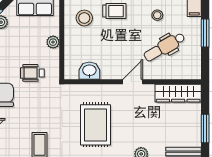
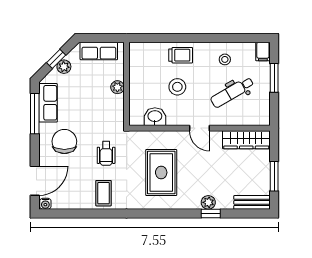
stool: (84, 18) -> (177, 87), moved
wheelchair: (32, 73) -> (106, 153), moved, turned -90
door: (133, 82) -> (200, 128), swing flipped

